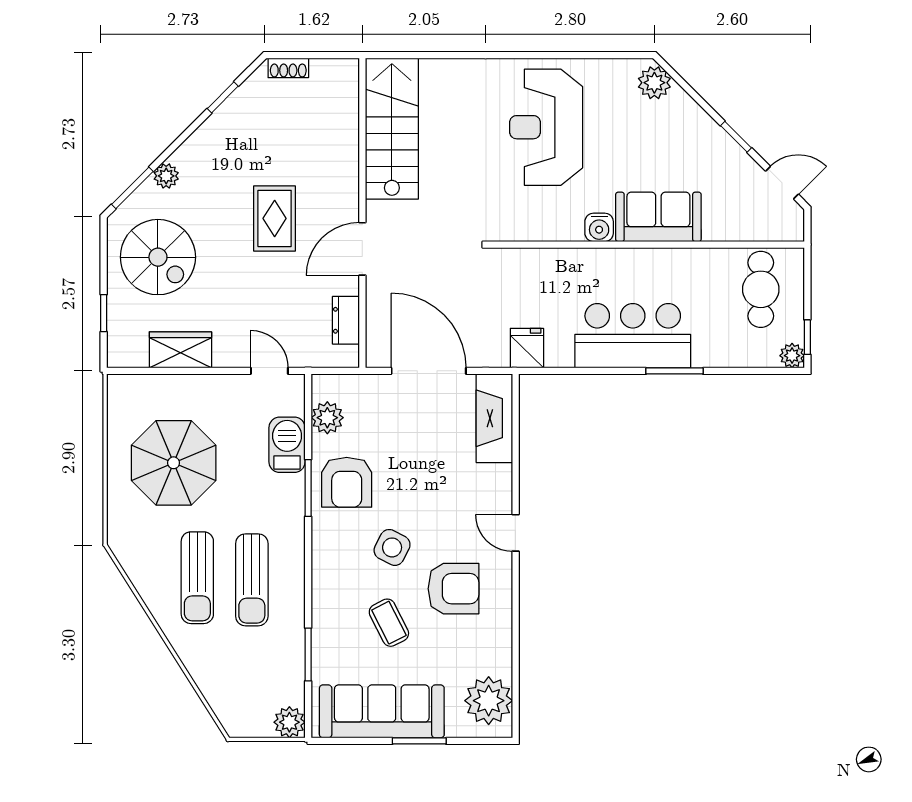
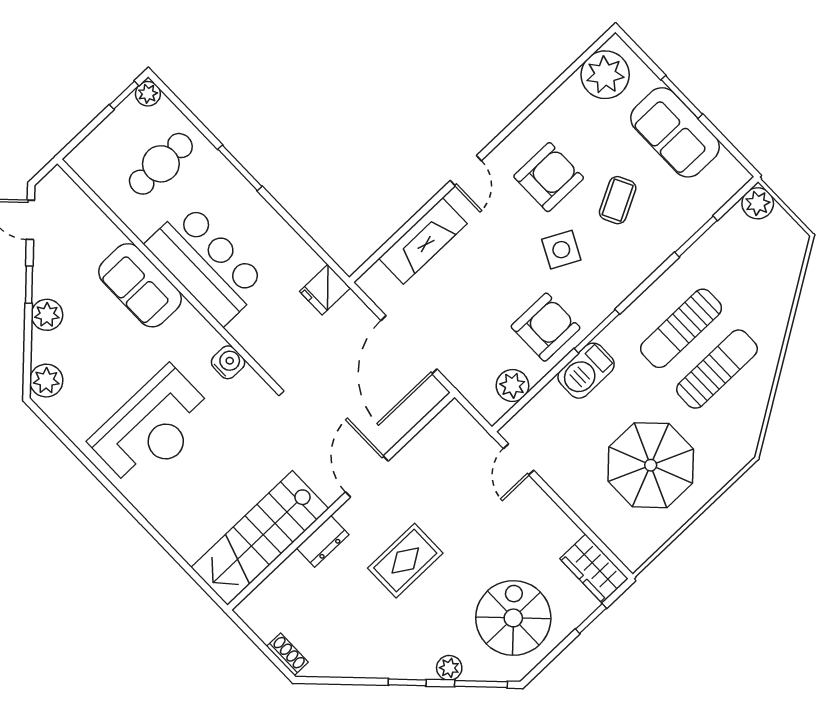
window: (223, 97) -> (407, 682), moved
plant: (702, 129) -> (47, 315), added
water cooler: (599, 227) -> (228, 362), moved
door: (362, 249) -> (367, 476), swing flipped
cafe table: (761, 289) -> (161, 164), moved
dresser: (346, 320) -> (323, 541), moved
bar counter: (633, 336) -> (206, 264), moved, turned 180
wardrobe: (180, 350) -> (594, 569), moved
fireplace: (494, 418) -> (423, 241), moved
barbecue: (287, 445) -> (586, 371), moved
window: (308, 488) -> (597, 331), moved
sun lounger: (252, 580) -> (681, 328), turned 180
armchair: (453, 589) -> (549, 177), turned 90
sofa: (382, 711) -> (675, 132), width x0.73

